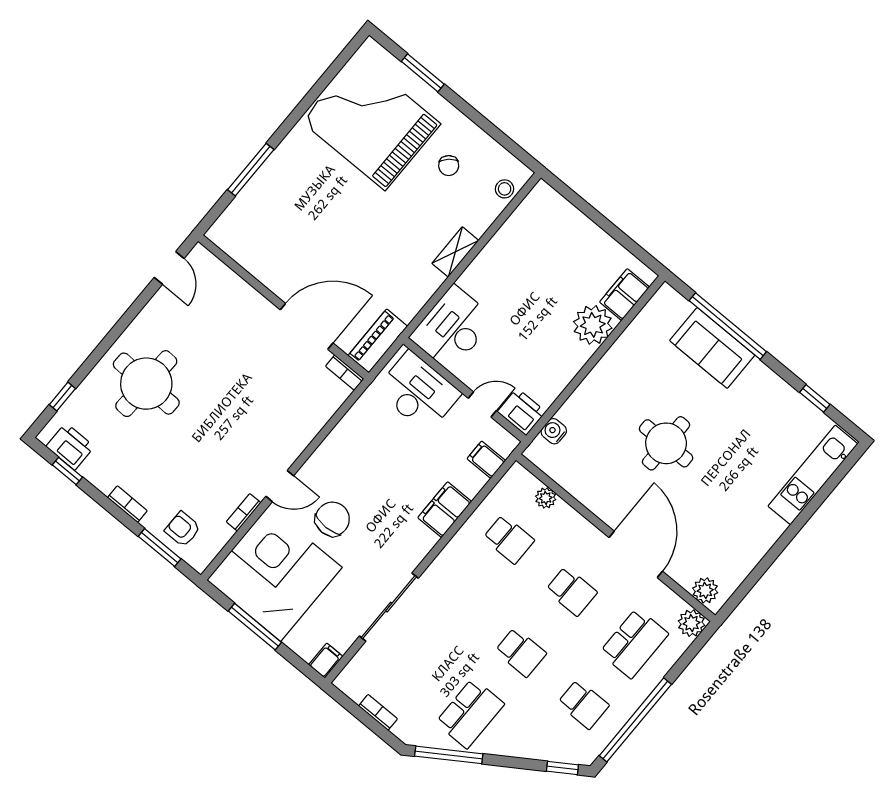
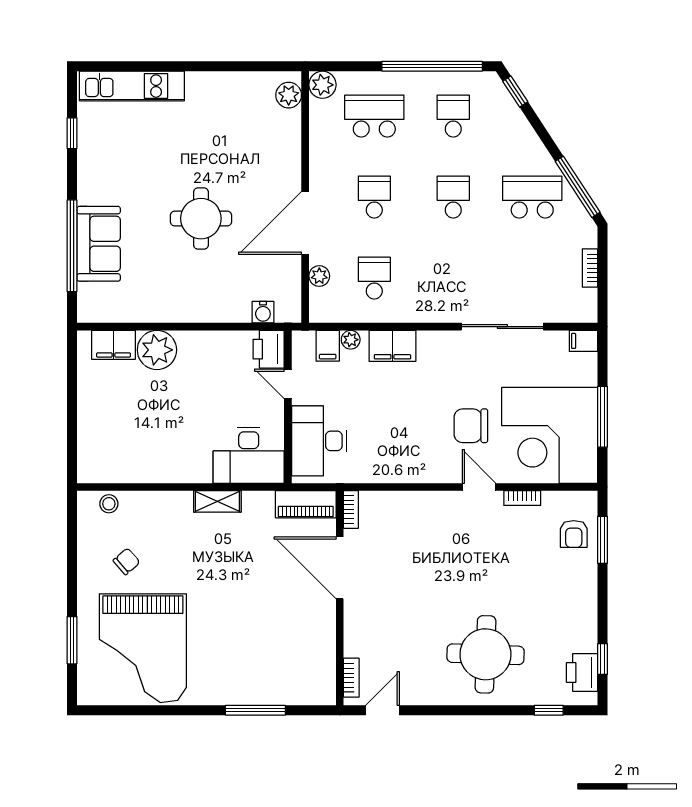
shelving: (455, 252) -> (217, 501), moved
plant: (476, 481) -> (351, 340), added
bookcase: (127, 504) -> (351, 678), moved, turned 180
door: (636, 554) -> (305, 223), moved

